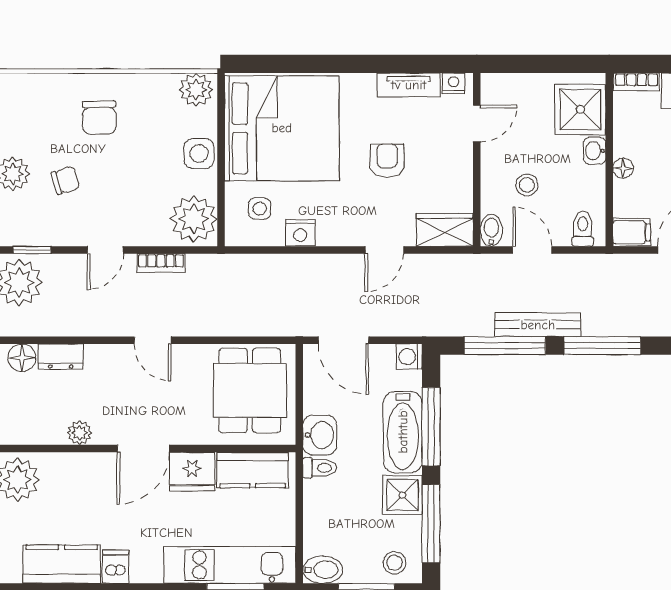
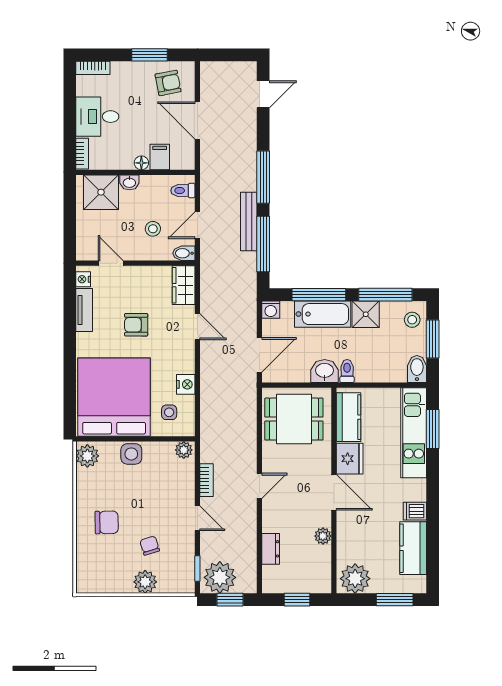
plant: (194, 219) -> (184, 450), width x0.53, depth x0.53
filing cabinet: (632, 232) -> (160, 157), moved
floor lamp: (22, 358) -> (271, 576), removed

